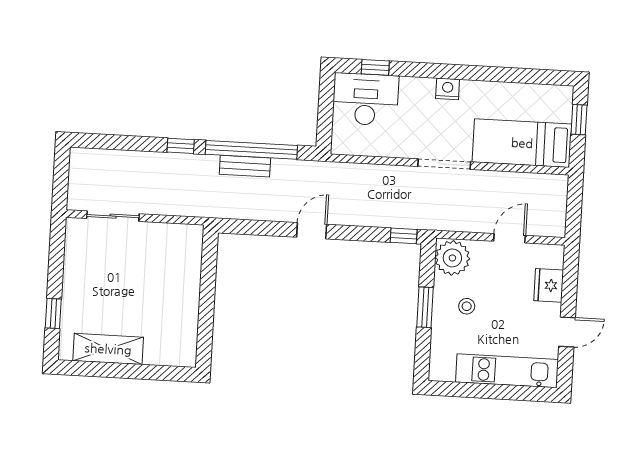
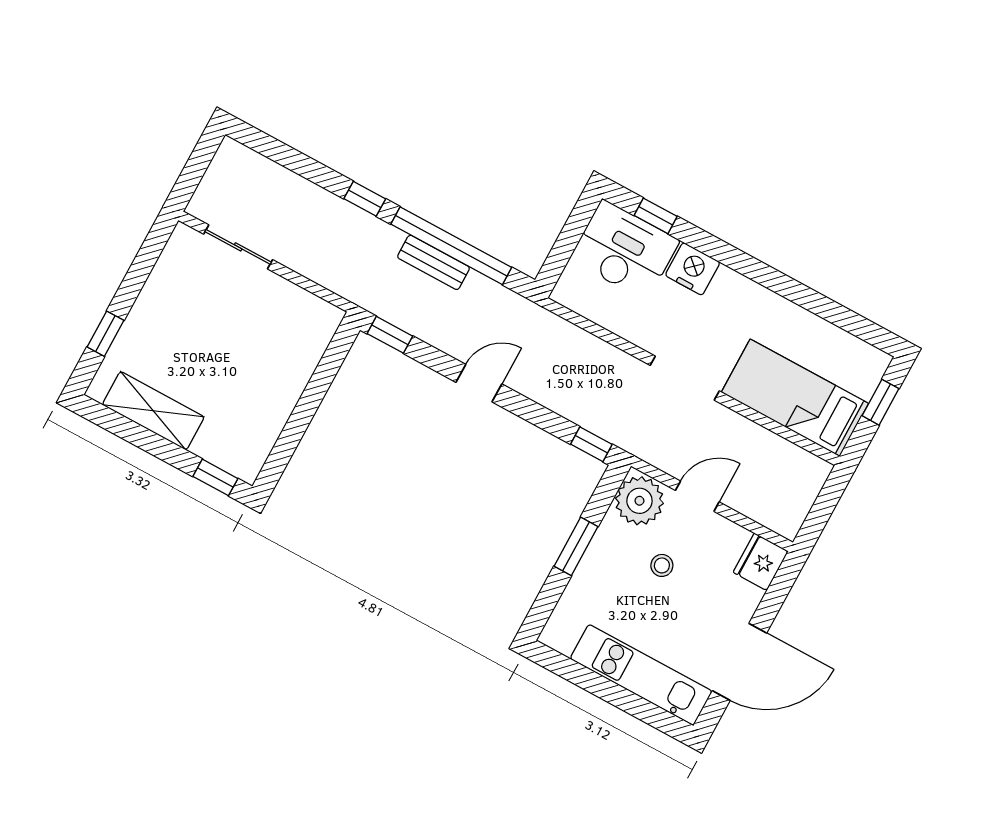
nightstand: (448, 89) -> (693, 269), moved, width x1.36, depth x1.33
window: (239, 227) -> (390, 335), added
door: (509, 238) -> (697, 496), moved
fridge: (549, 285) -> (761, 562), moved
stool: (467, 306) -> (662, 565), moved
door: (567, 332) -> (740, 662), width x1.88
window: (169, 373) -> (215, 477), added

